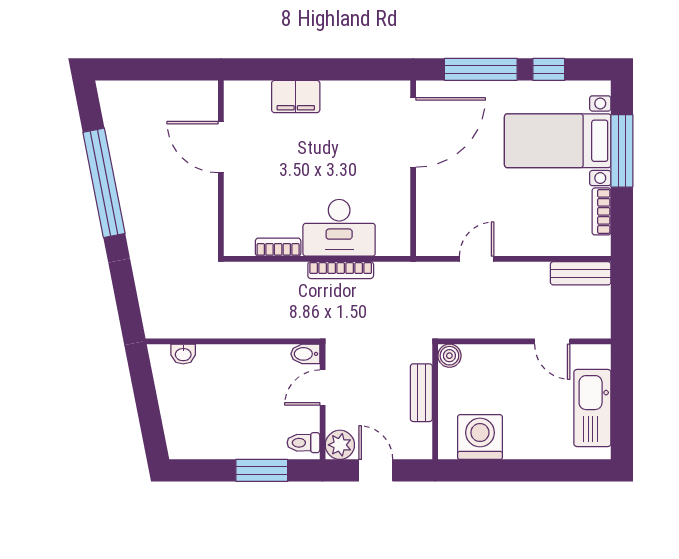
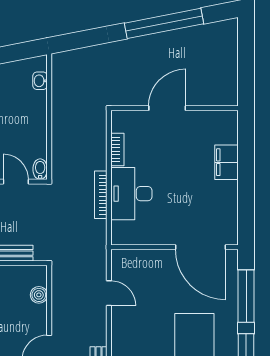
door: (221, 147) -> (167, 108), moved
boiler: (449, 356) -> (39, 295), moved

